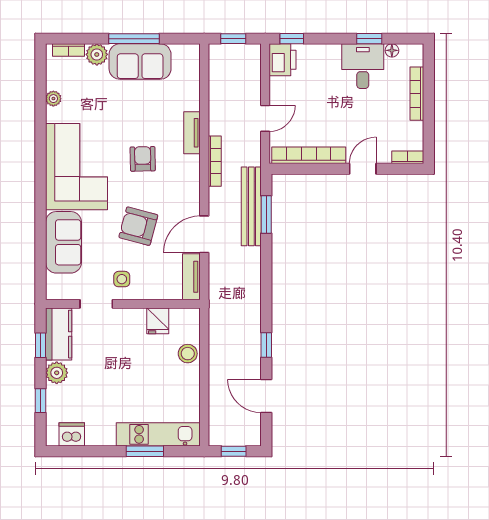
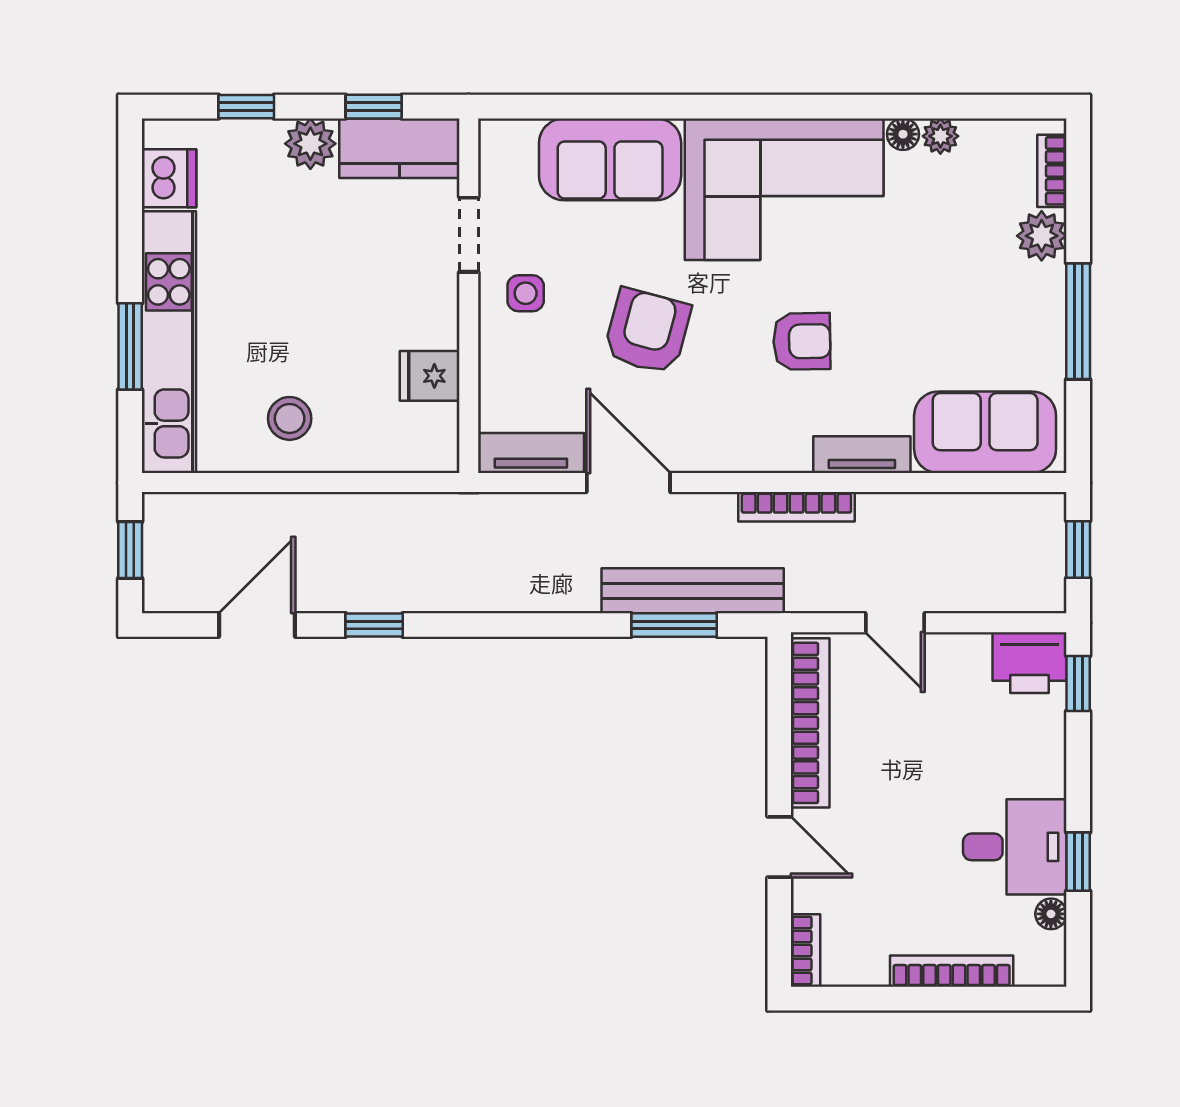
sofa: (140, 62) -> (985, 432), moved, turned 90
floor lamp: (53, 115) -> (903, 134), added
stool: (188, 354) -> (290, 418), moved
kitchen unit: (158, 434) -> (169, 342), width x1.36

